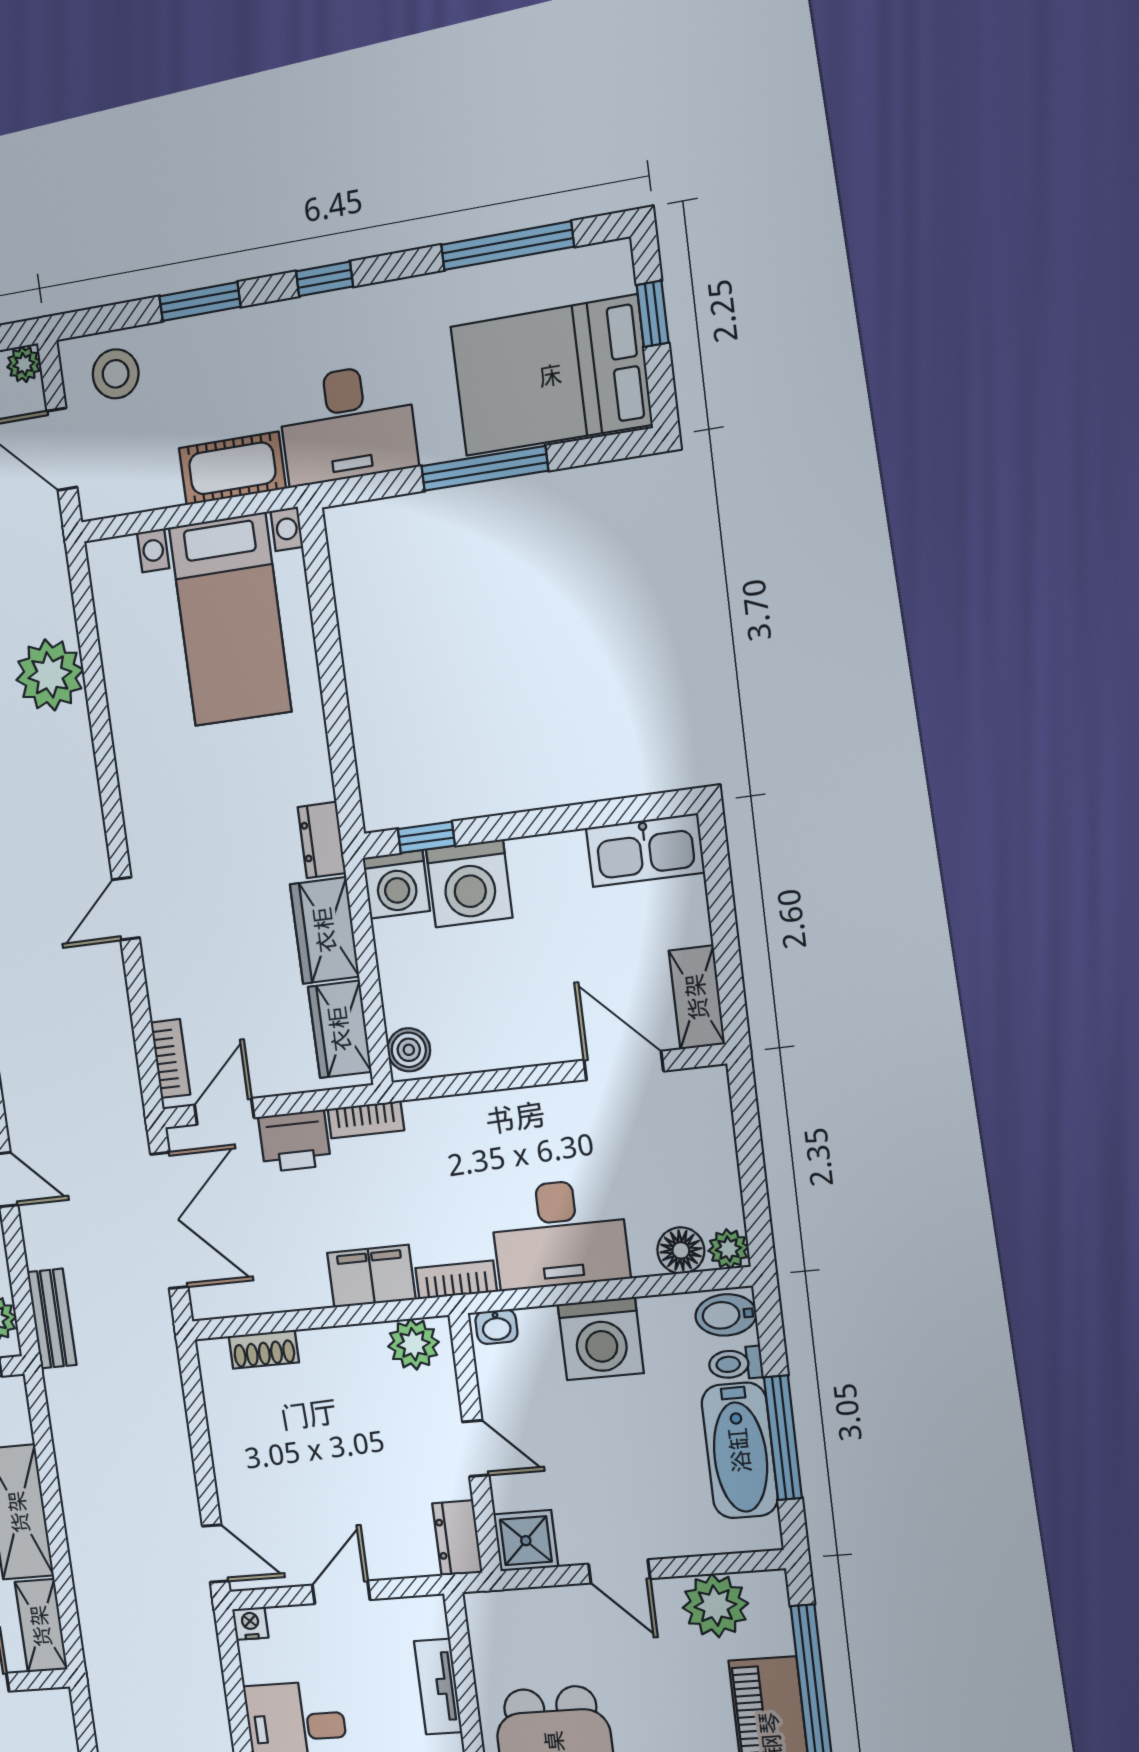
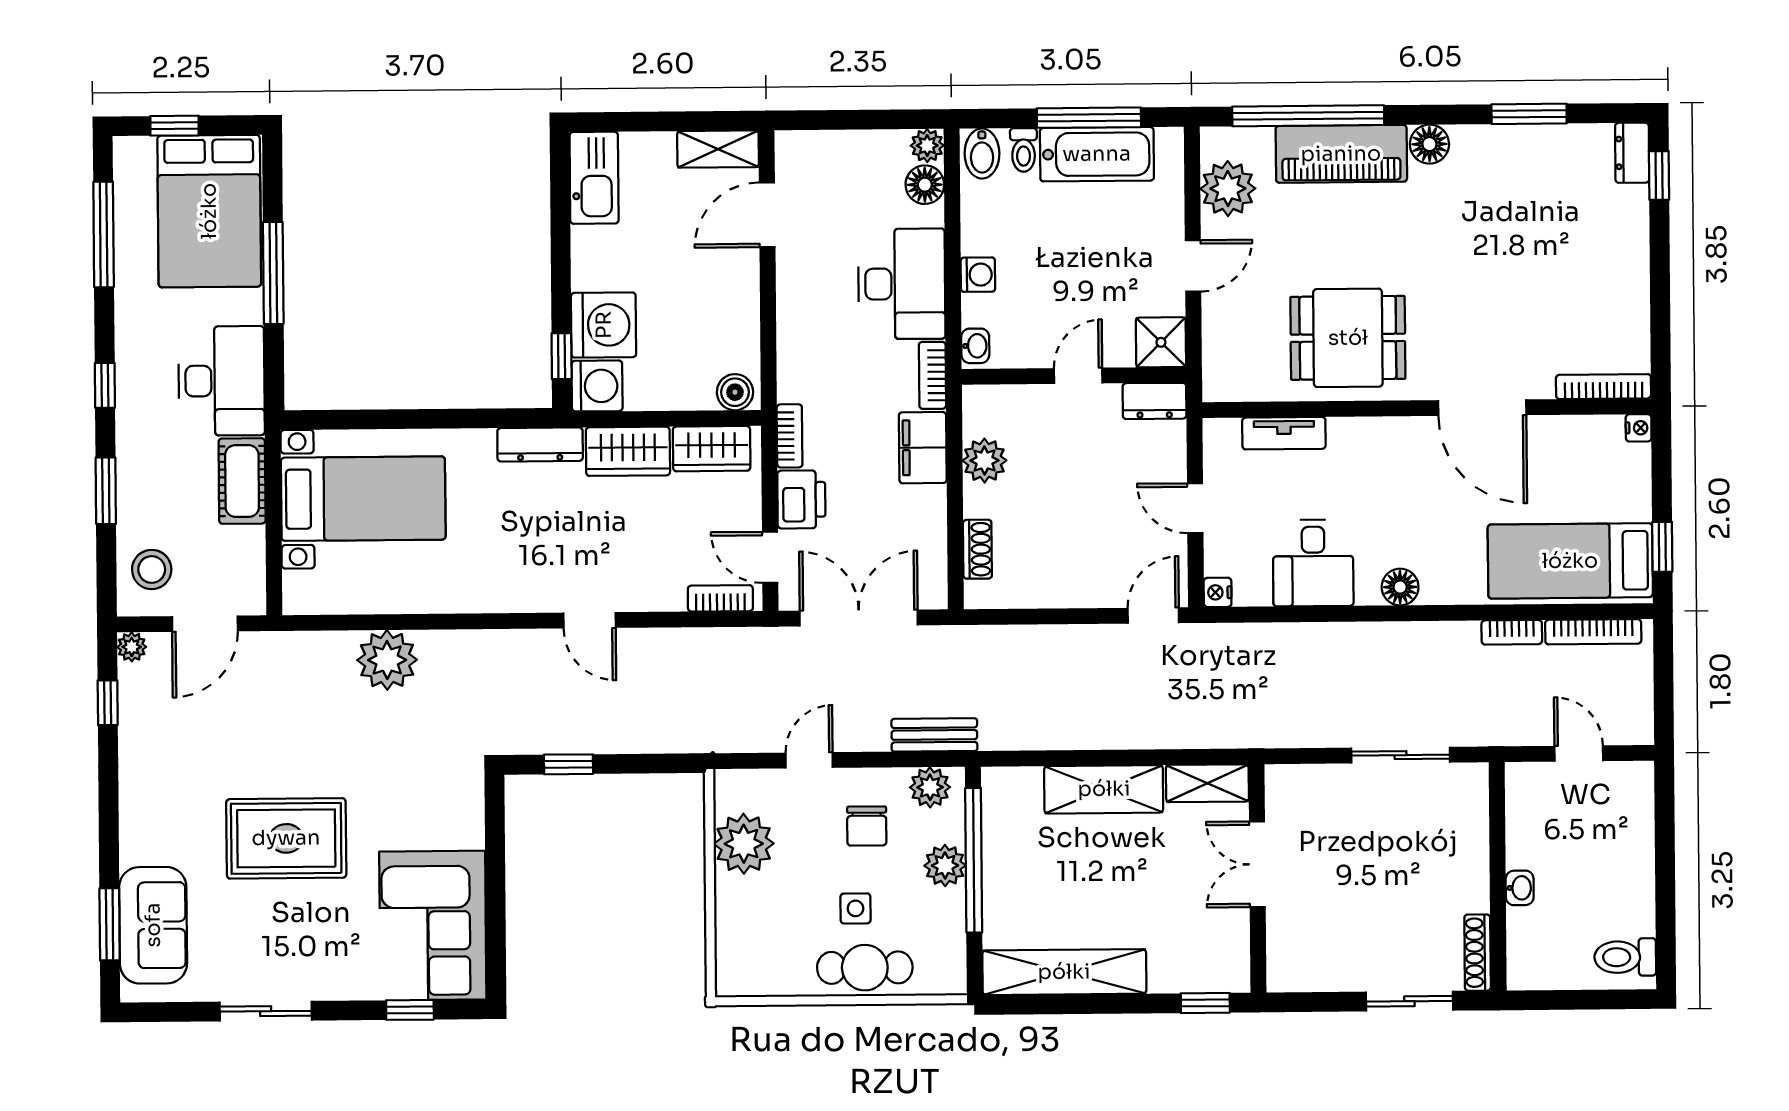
dresser: (322, 840) -> (540, 444), width x1.44
washing machine: (601, 1339) -> (978, 275), width x0.53, depth x0.53
plant: (413, 1344) -> (984, 461), moved

